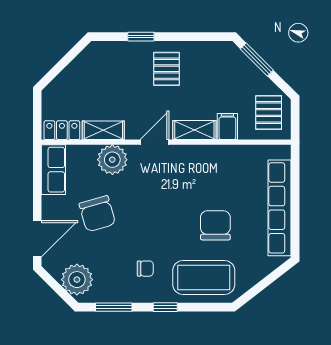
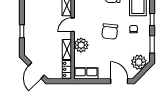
door: (60, 67) -> (36, 70), added
pallet: (167, 69) -> (37, 19), removed
door: (154, 142) -> (73, 25), hinge flipped
chair: (97, 214) -> (110, 31), moved, turned 112

